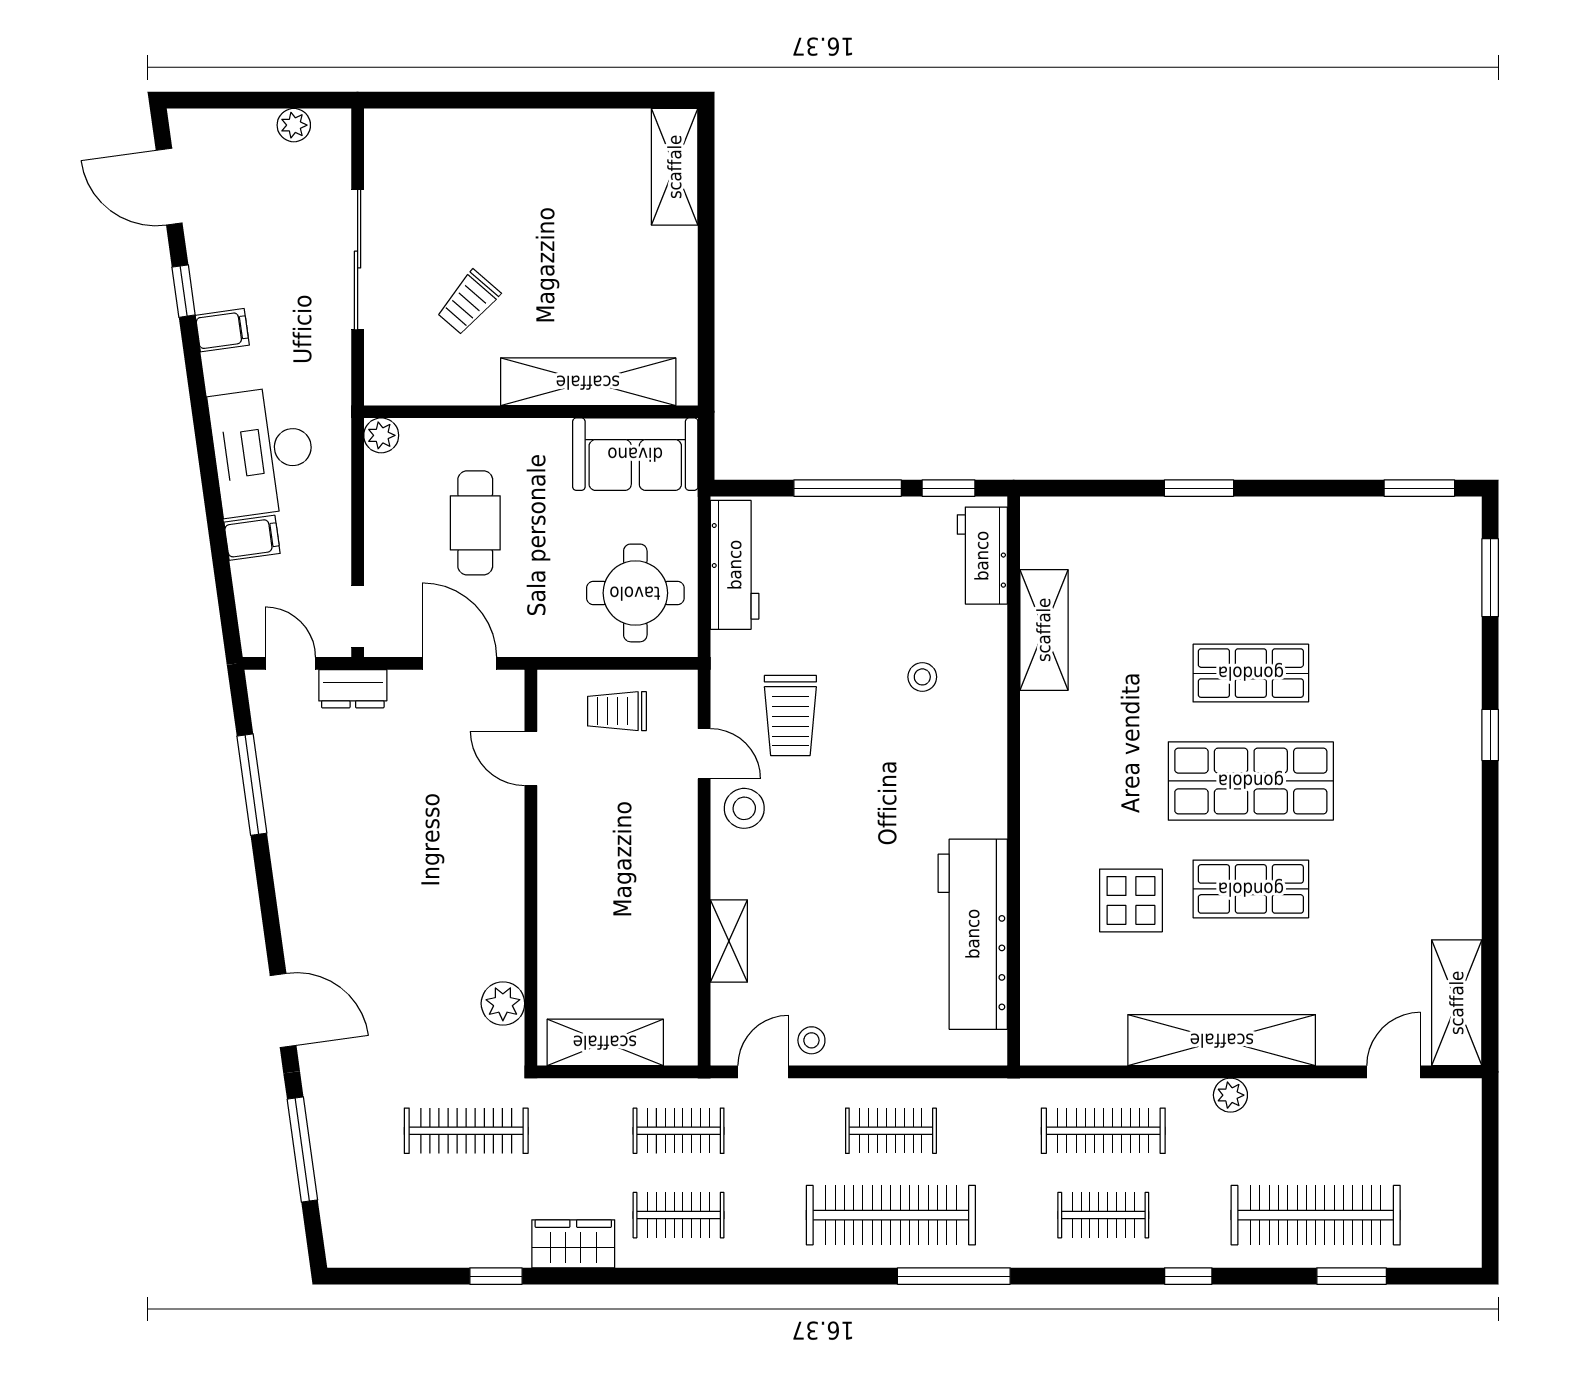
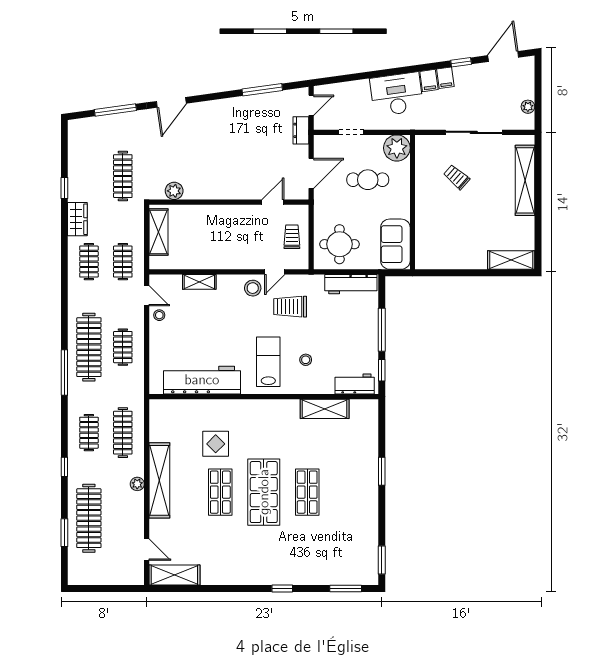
shelving: (588, 382) -> (525, 180), moved
plant: (381, 435) -> (397, 148), width x1.88, depth x1.88
filing cabinet: (252, 538) -> (429, 80), moved
doorway: (358, 617) -> (351, 132), moved
lab bench: (927, 770) -> (268, 362), added

